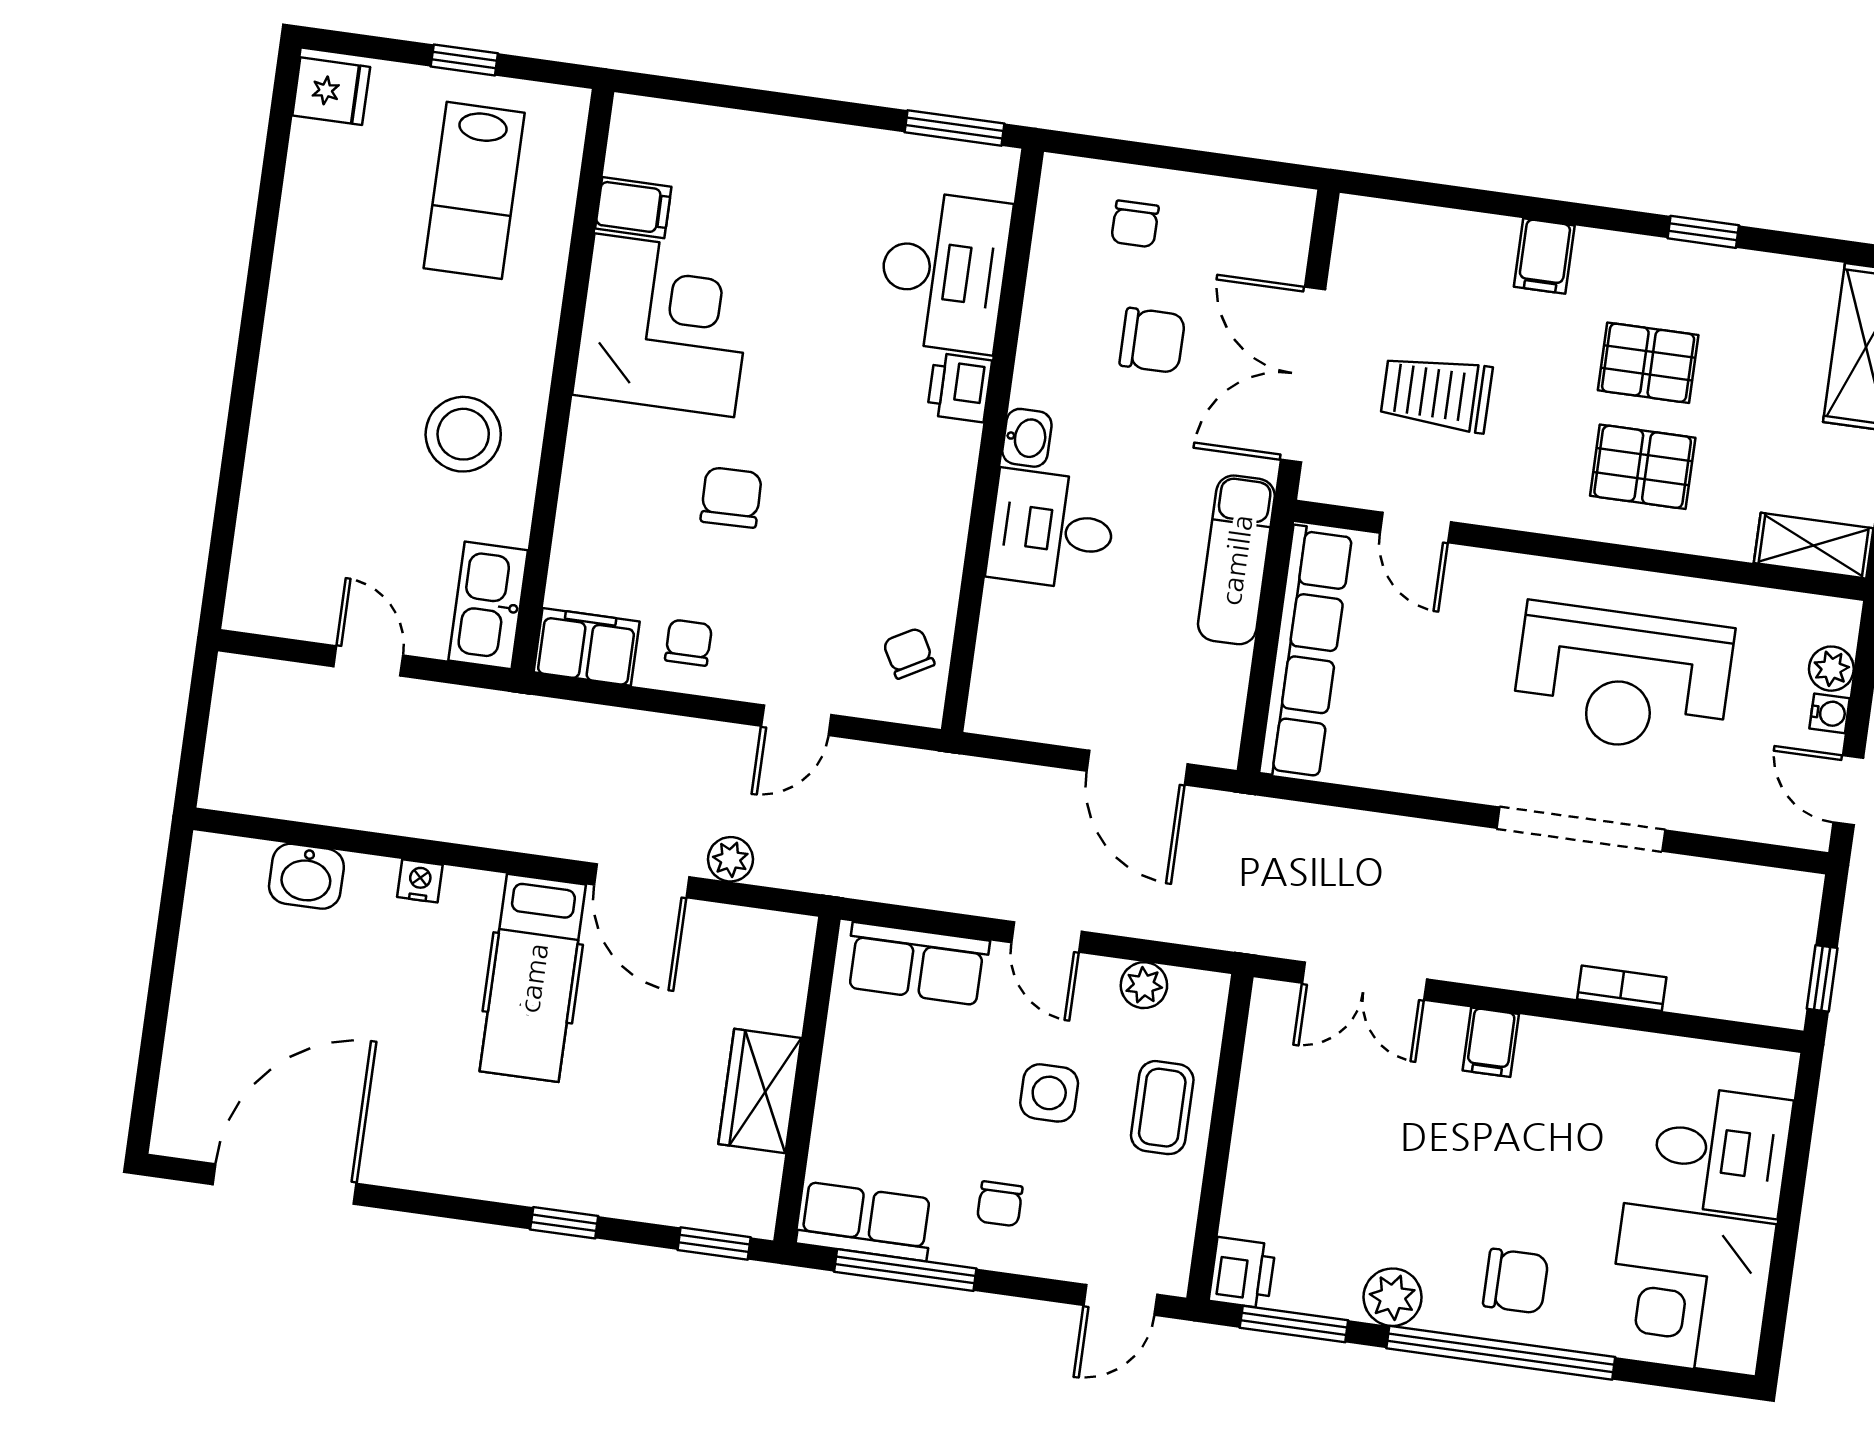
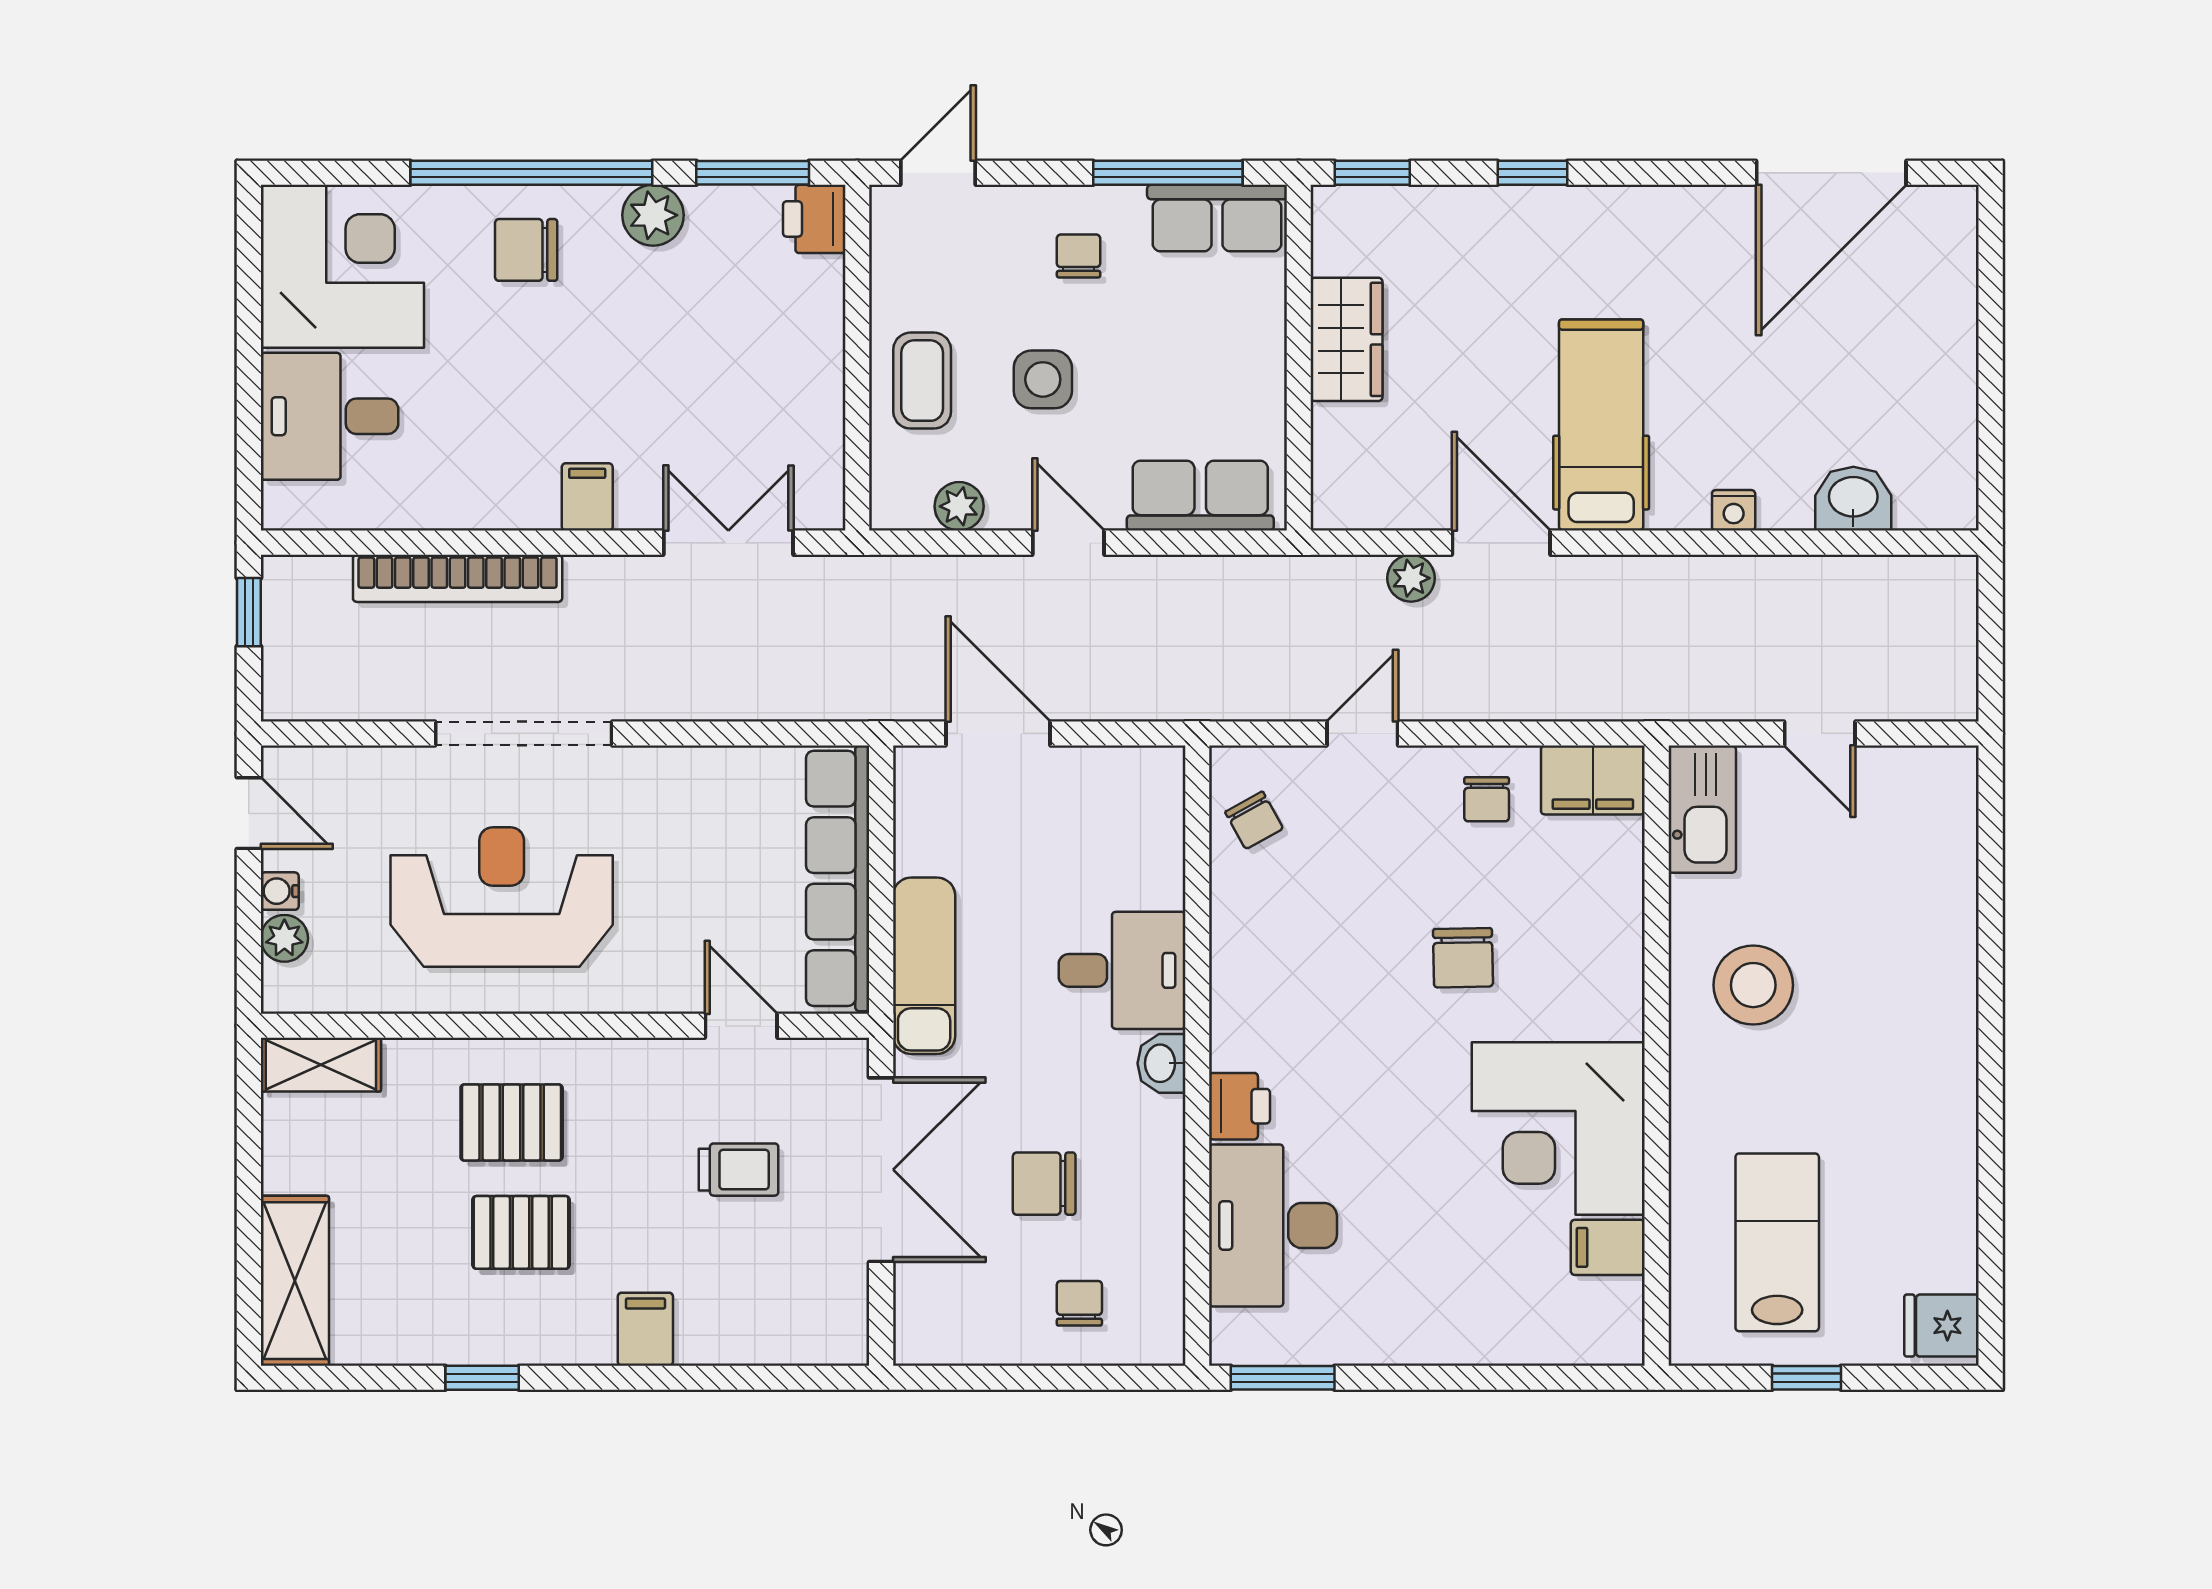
trolley: (1436, 393) -> (739, 1170), width x0.73, depth x0.72
bookcase: (1622, 988) -> (458, 578), width x2.31, depth x1.31

